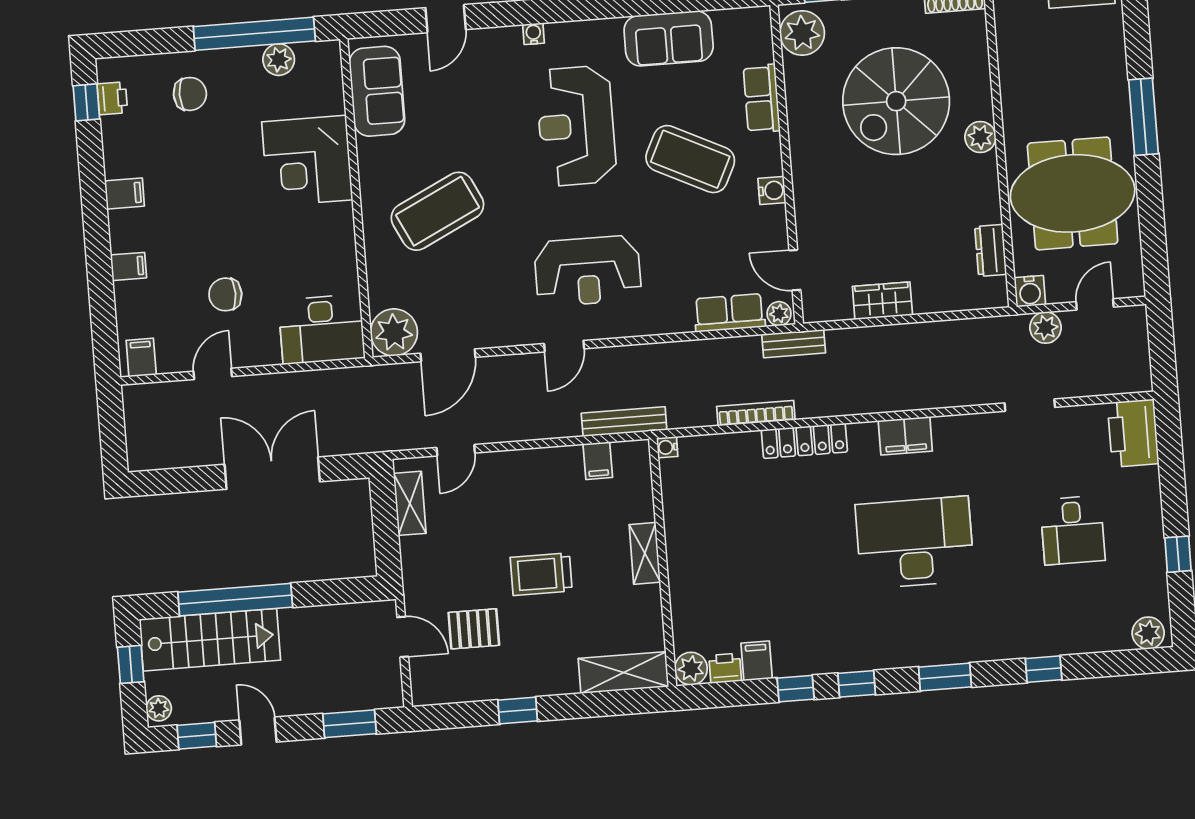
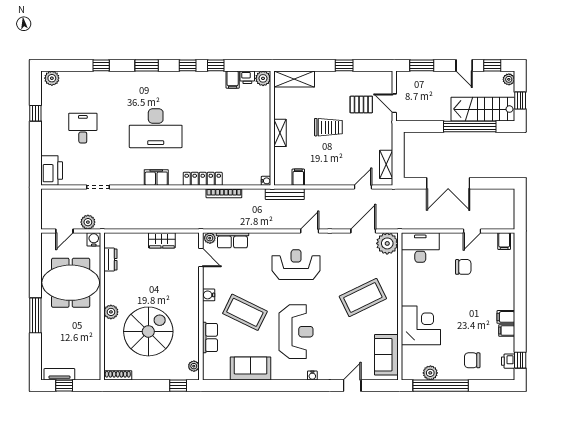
plant: (802, 33) -> (194, 366), width x0.53, depth x0.53
filing cabinet: (128, 266) -> (507, 330), moved
bench: (794, 344) -> (204, 224), removed

